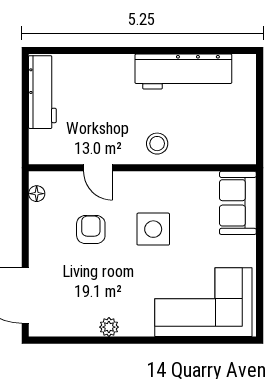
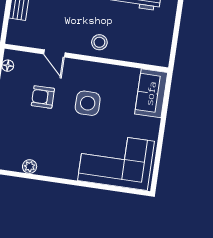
armchair: (91, 230) -> (43, 97), turned -90
plant: (109, 327) -> (30, 167), moved

